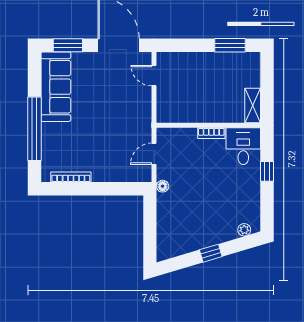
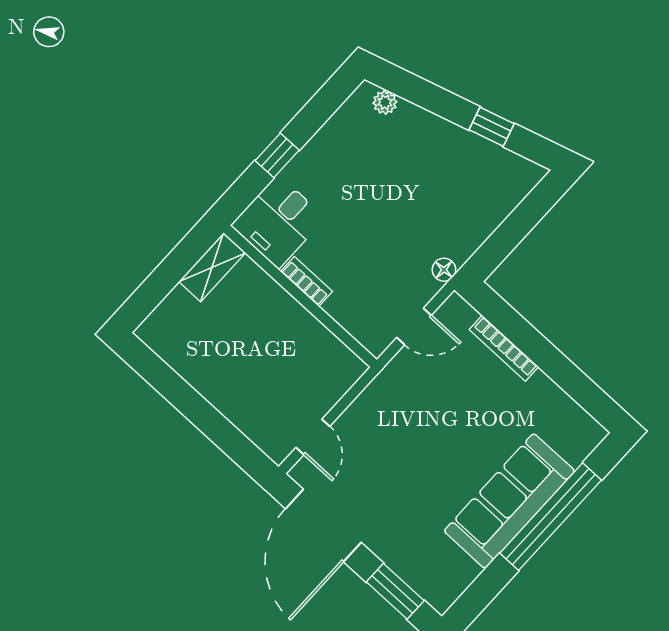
window: (230, 45) -> (166, 381), removed
sofa: (56, 87) -> (509, 501), moved
bookcase: (71, 177) -> (504, 348), moved
window: (211, 253) -> (492, 127), moved

